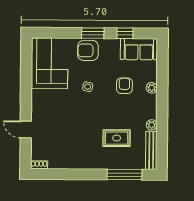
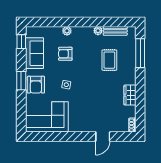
window: (125, 33) -> (21, 42), moved
sofa: (139, 49) -> (34, 53), moved
bench: (151, 150) -> (115, 31), width x0.73
wardrobe: (75, 162) -> (130, 95), added

